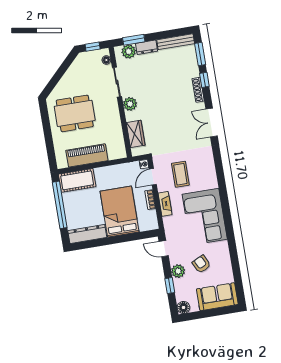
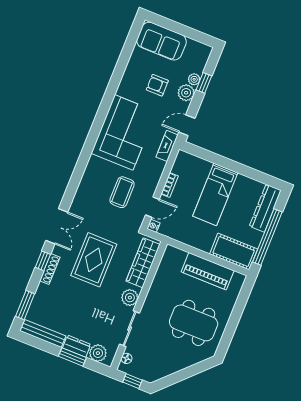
window: (134, 40) -> (72, 357), moved
window: (204, 80) -> (43, 261), moved
rug: (171, 115) -> (94, 260), added
wardrobe: (136, 134) -> (143, 263), width x1.50
fireplace: (165, 204) -> (167, 146), moved
bed: (120, 212) -> (215, 194), width x0.67
dresser: (87, 234) -> (265, 208), moved, turned 90
door: (164, 249) -> (187, 125), swing flipped
armchair: (201, 264) -> (157, 85), turned 116
plant: (178, 284) -> (194, 79), added
floor lamp: (183, 307) -> (204, 51), removed

